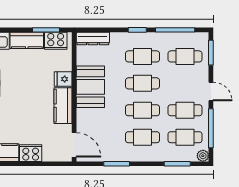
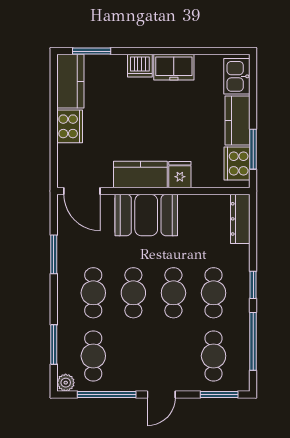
booth: (90, 87) -> (146, 215), moved
cafe table: (185, 110) -> (133, 356), removed
door: (74, 145) -> (82, 191), hinge flipped

